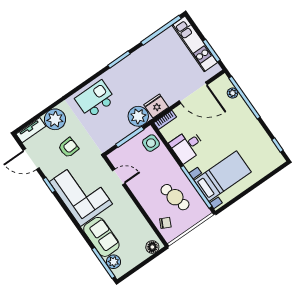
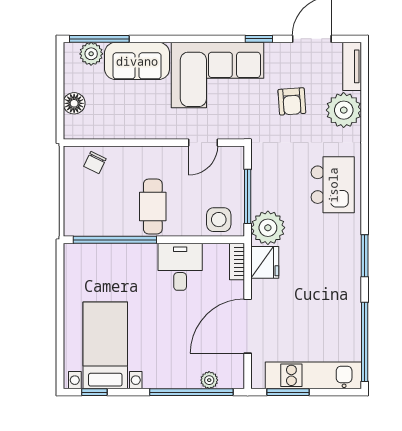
bed with nightstands: (223, 176) -> (105, 345), moved, turned 180
cafe table: (175, 197) -> (153, 206), moved, turned -76
floor lamp: (152, 247) -> (74, 103), moved

